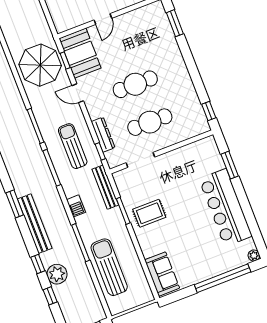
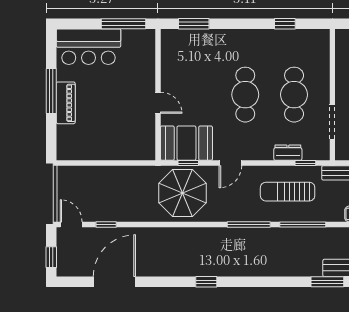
window: (209, 111) -> (285, 24), moved
dresser: (103, 135) -> (288, 153), width x0.70

